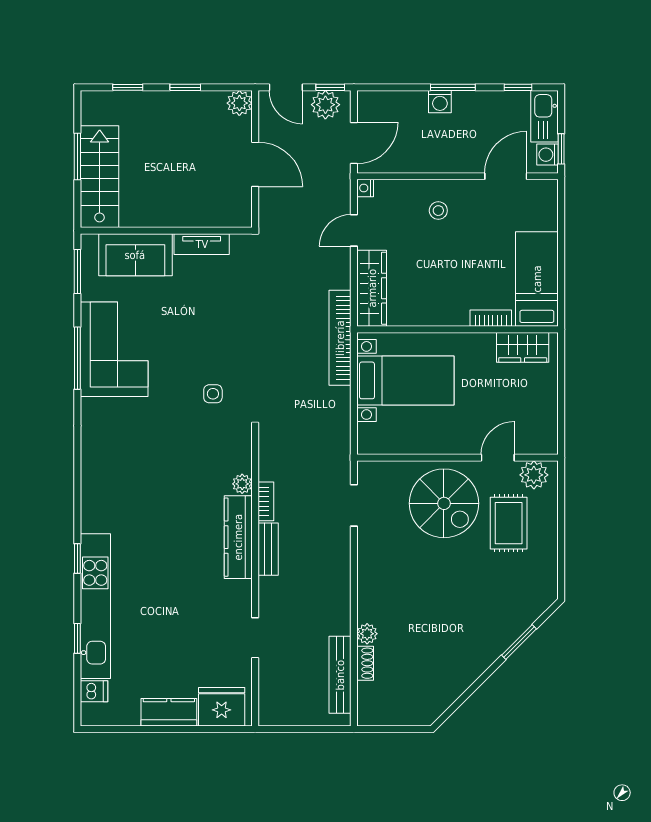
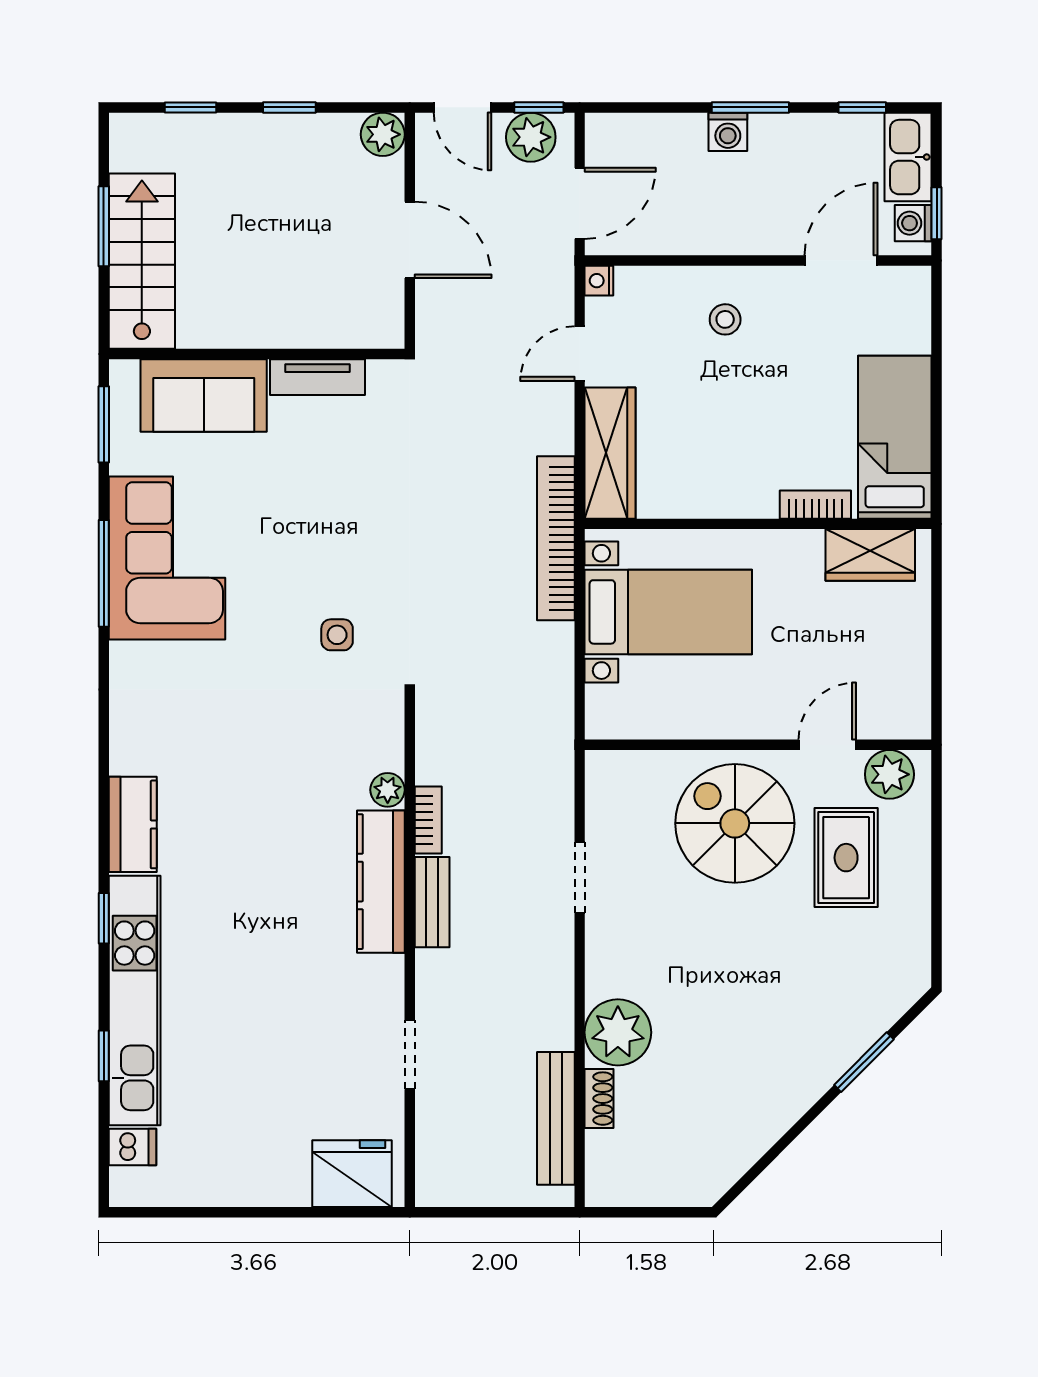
spiral stairs: (444, 503) -> (735, 823), turned 180
doorway: (354, 505) -> (580, 878), moved
plant: (367, 634) -> (618, 1032), width x1.88, depth x1.88
kitchen counter: (169, 712) -> (133, 824), moved, turned 90

